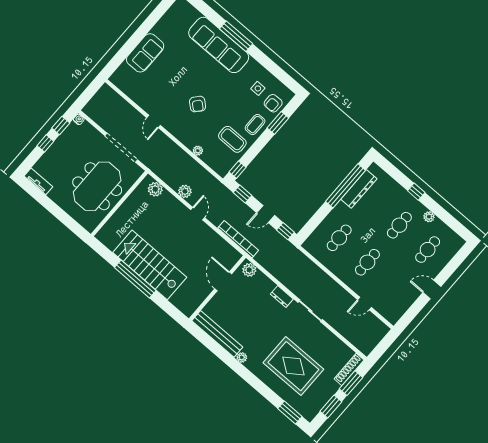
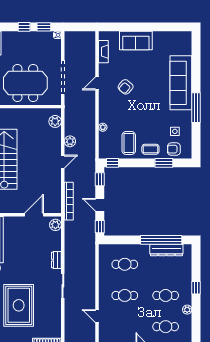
window: (236, 36) -> (196, 108), moved
fireplace: (130, 91) -> (103, 52), added
armchair: (198, 104) -> (126, 87), moved

